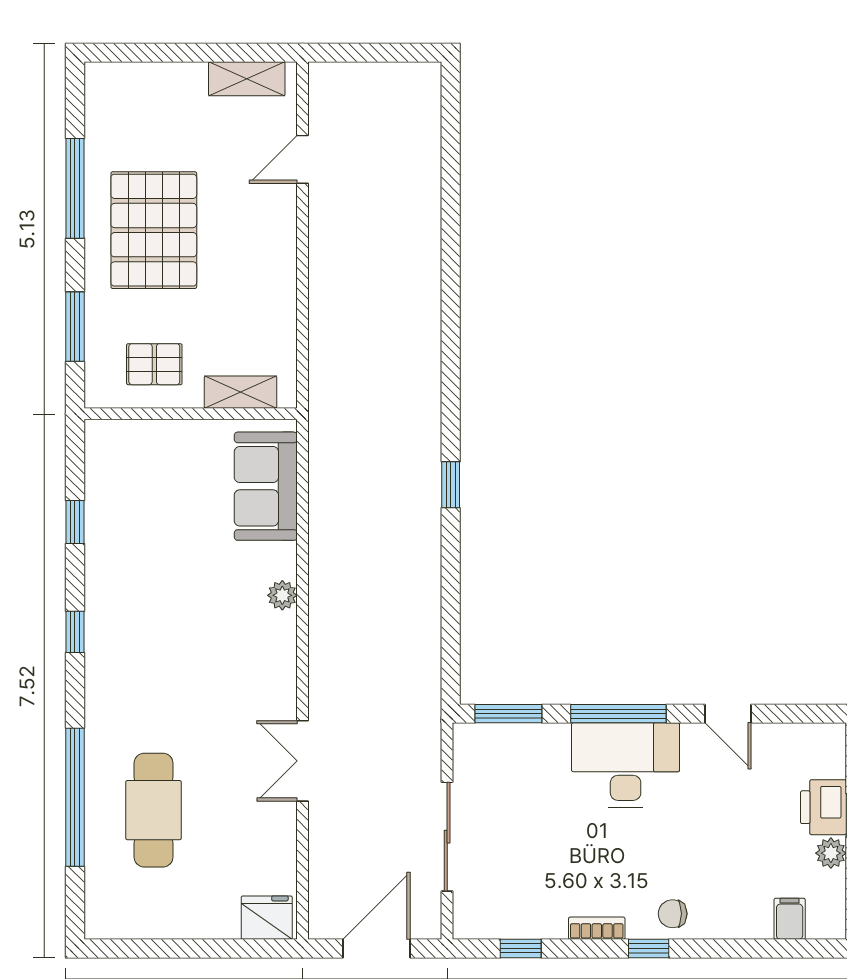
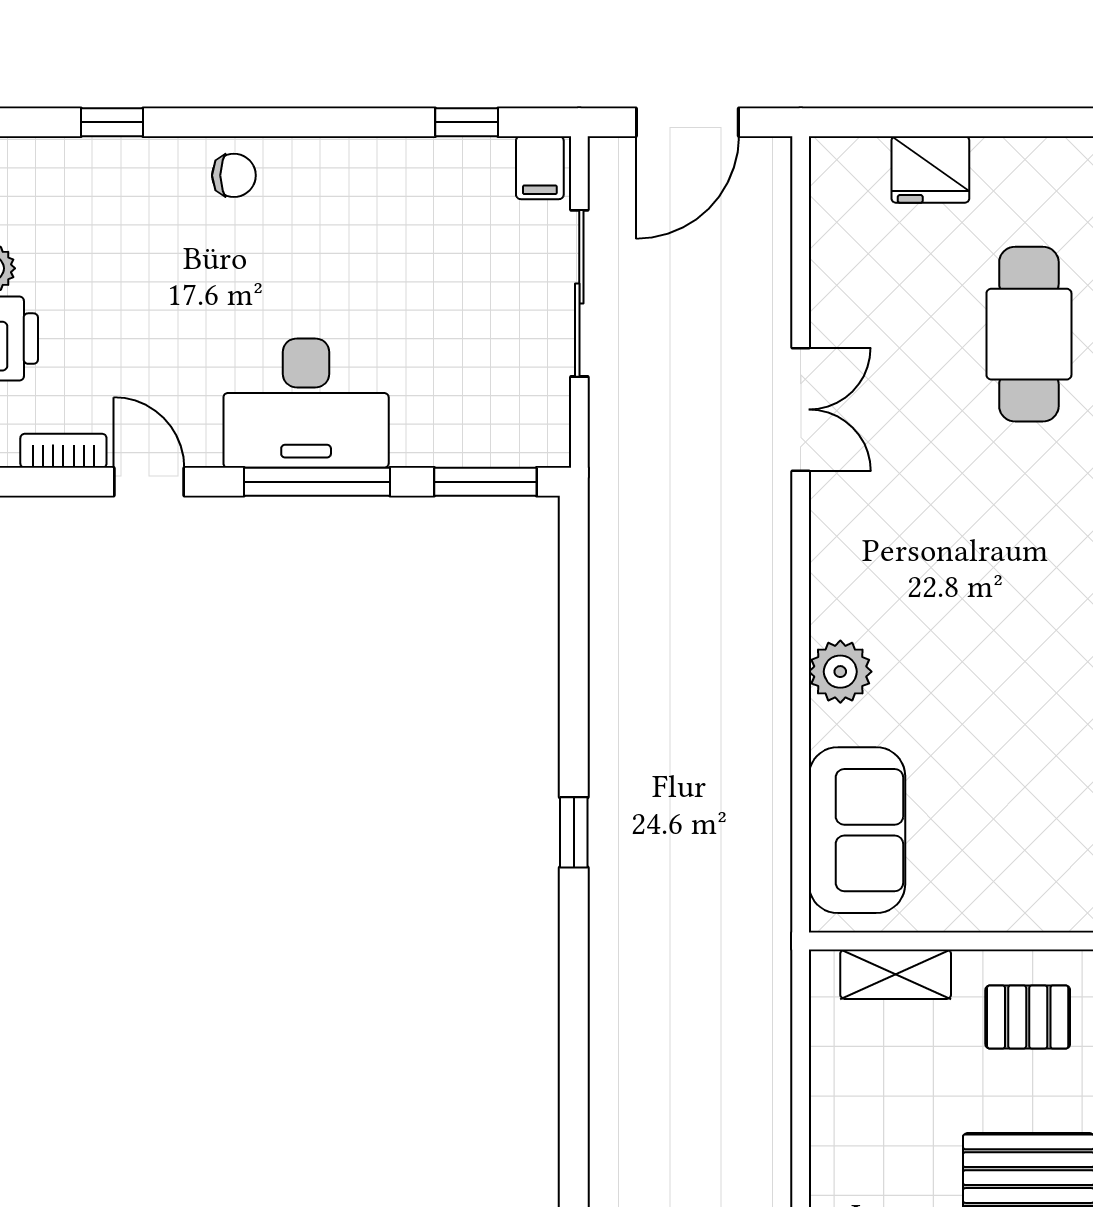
plant: (282, 595) -> (840, 672), width x1.38, depth x1.38
fridge: (267, 918) -> (930, 169), moved
filing cabinet: (790, 919) -> (540, 168), moved
bookcase: (597, 928) -> (63, 451), moved, turned 180
window: (649, 948) -> (112, 122), moved

